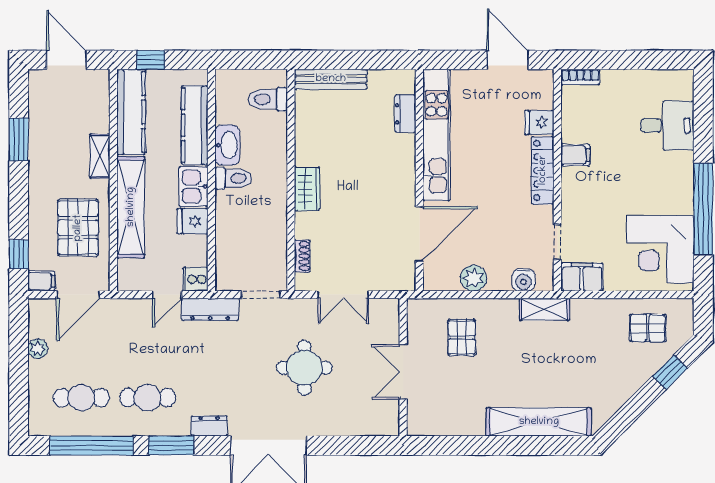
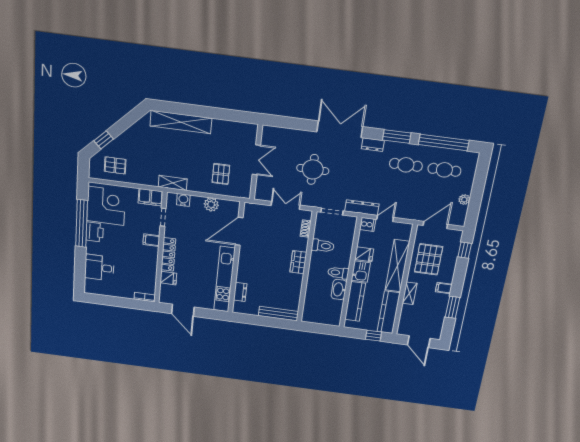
toilet: (268, 99) -> (323, 246), moved
filing cabinet: (575, 155) -> (151, 240), moved
printer: (679, 196) -> (95, 232), added
filing cabinet: (41, 281) -> (444, 288), moved

